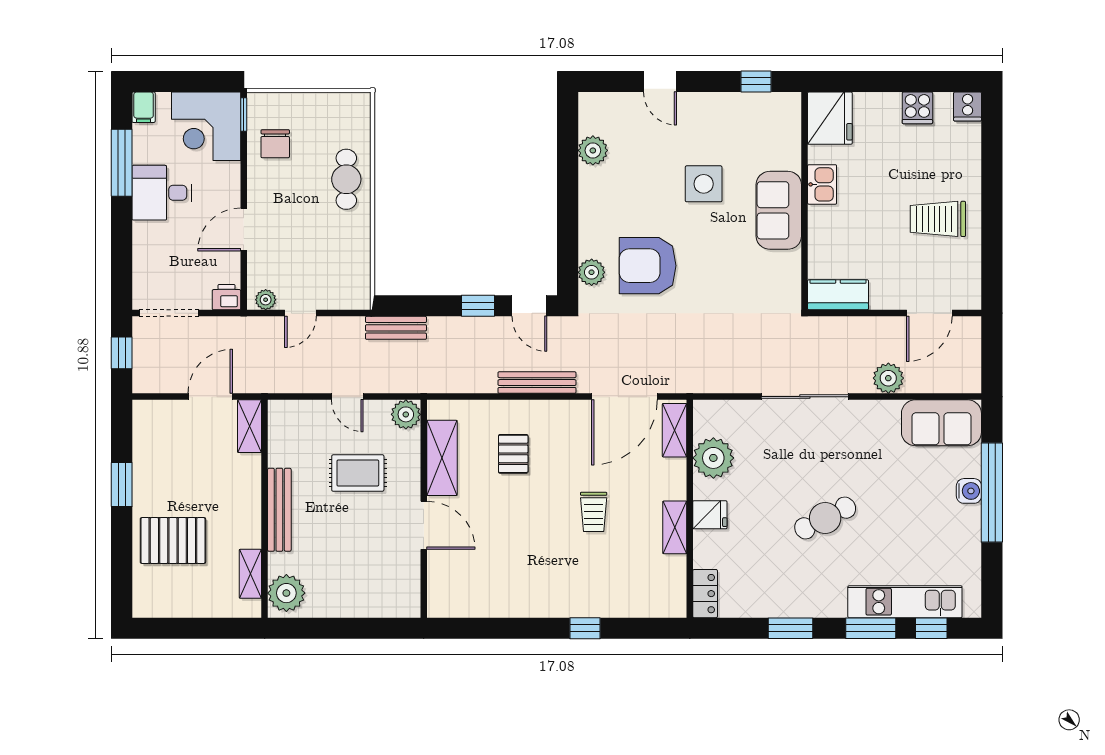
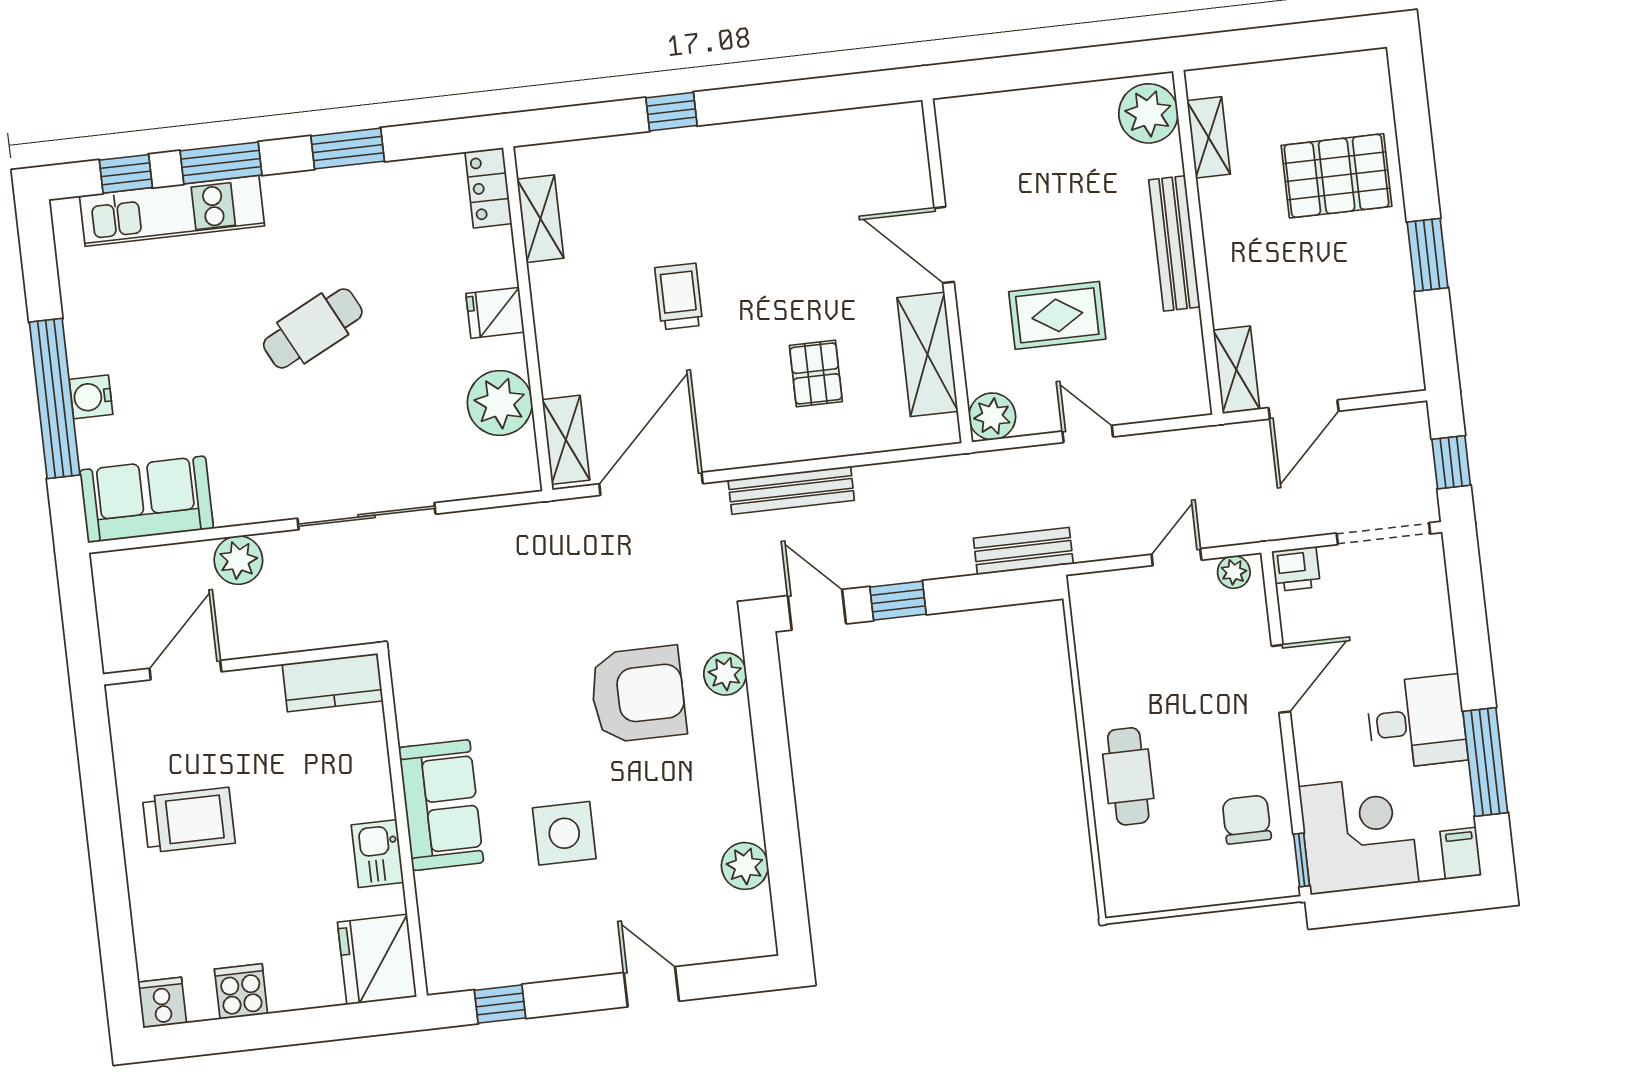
shelving: (675, 527) -> (540, 219), moved

